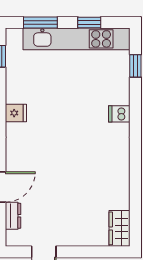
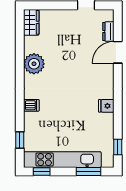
window: (89, 22) -> (42, 171), moved
plant: (116, 171) -> (34, 64), added

